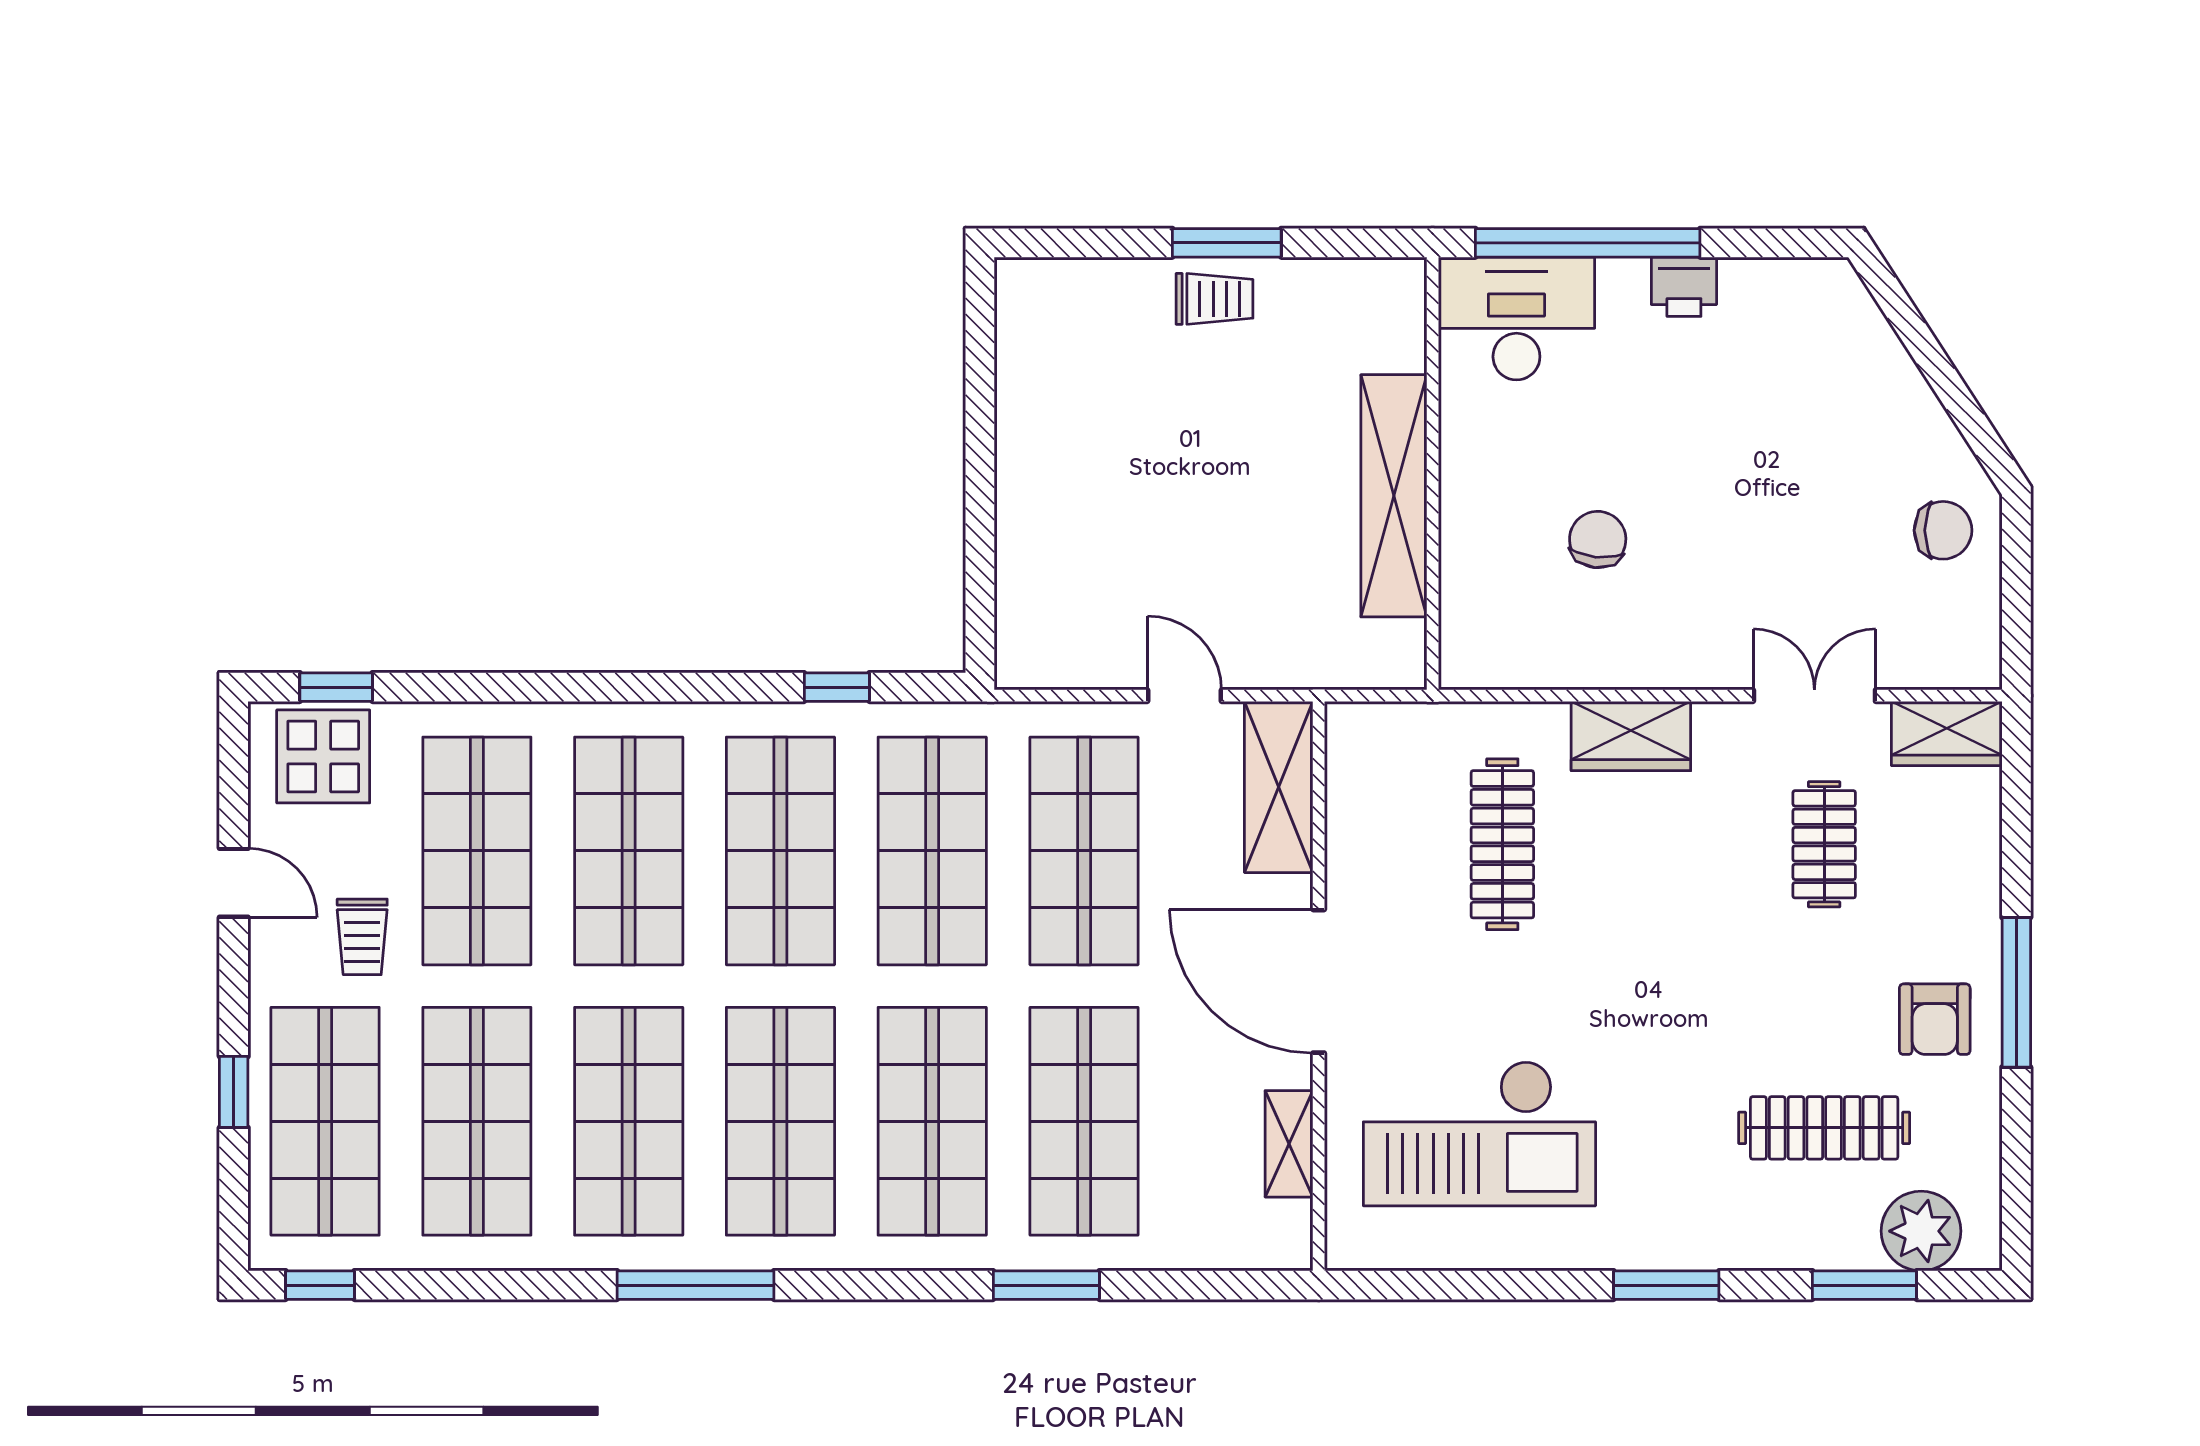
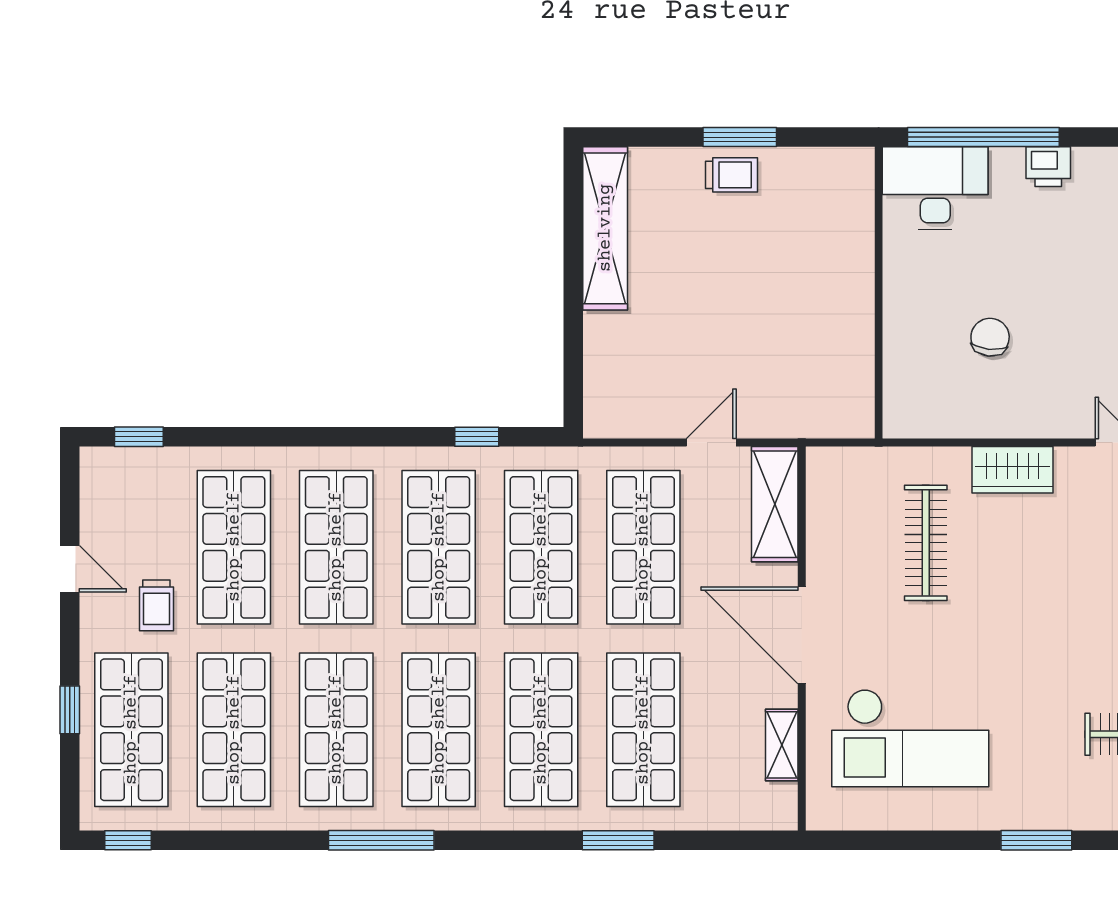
shelving: (1394, 496) -> (605, 228), moved
door: (1185, 696) -> (711, 443), hinge flipped
display table: (323, 756) -> (130, 484), removed

